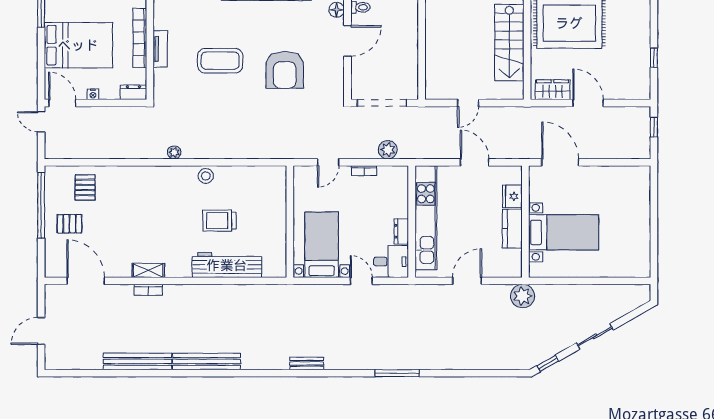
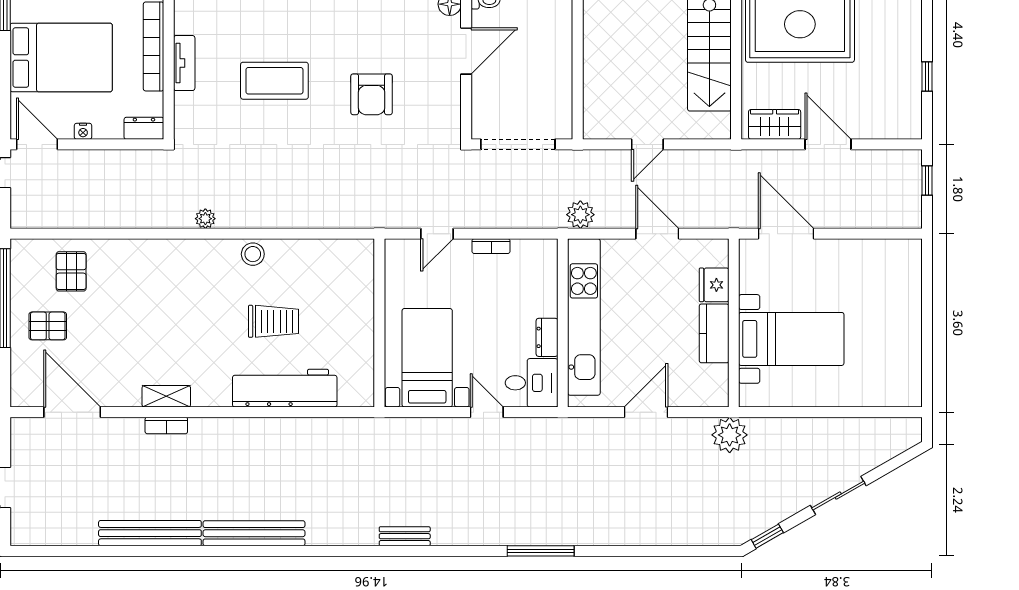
armchair: (285, 70) -> (372, 94), width x0.73, depth x0.73
plant: (388, 150) -> (580, 215), moved
trolley: (220, 221) -> (273, 321), turned 180

